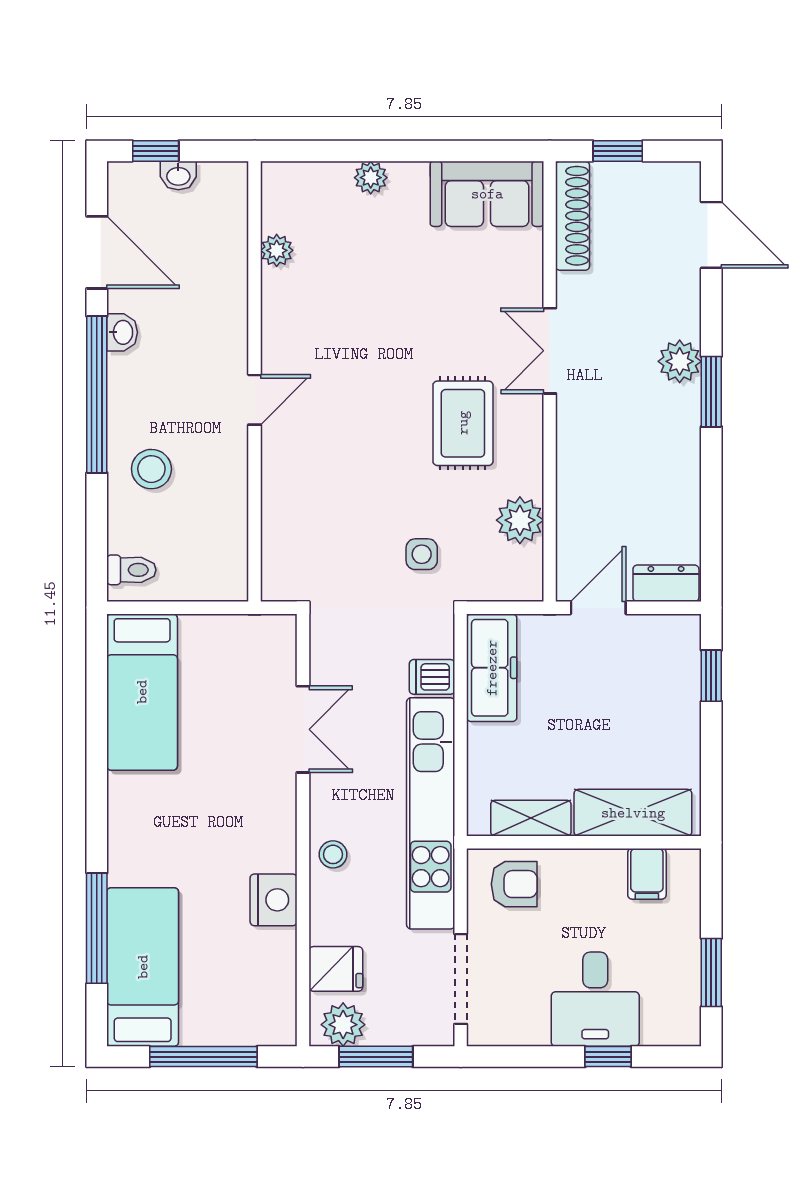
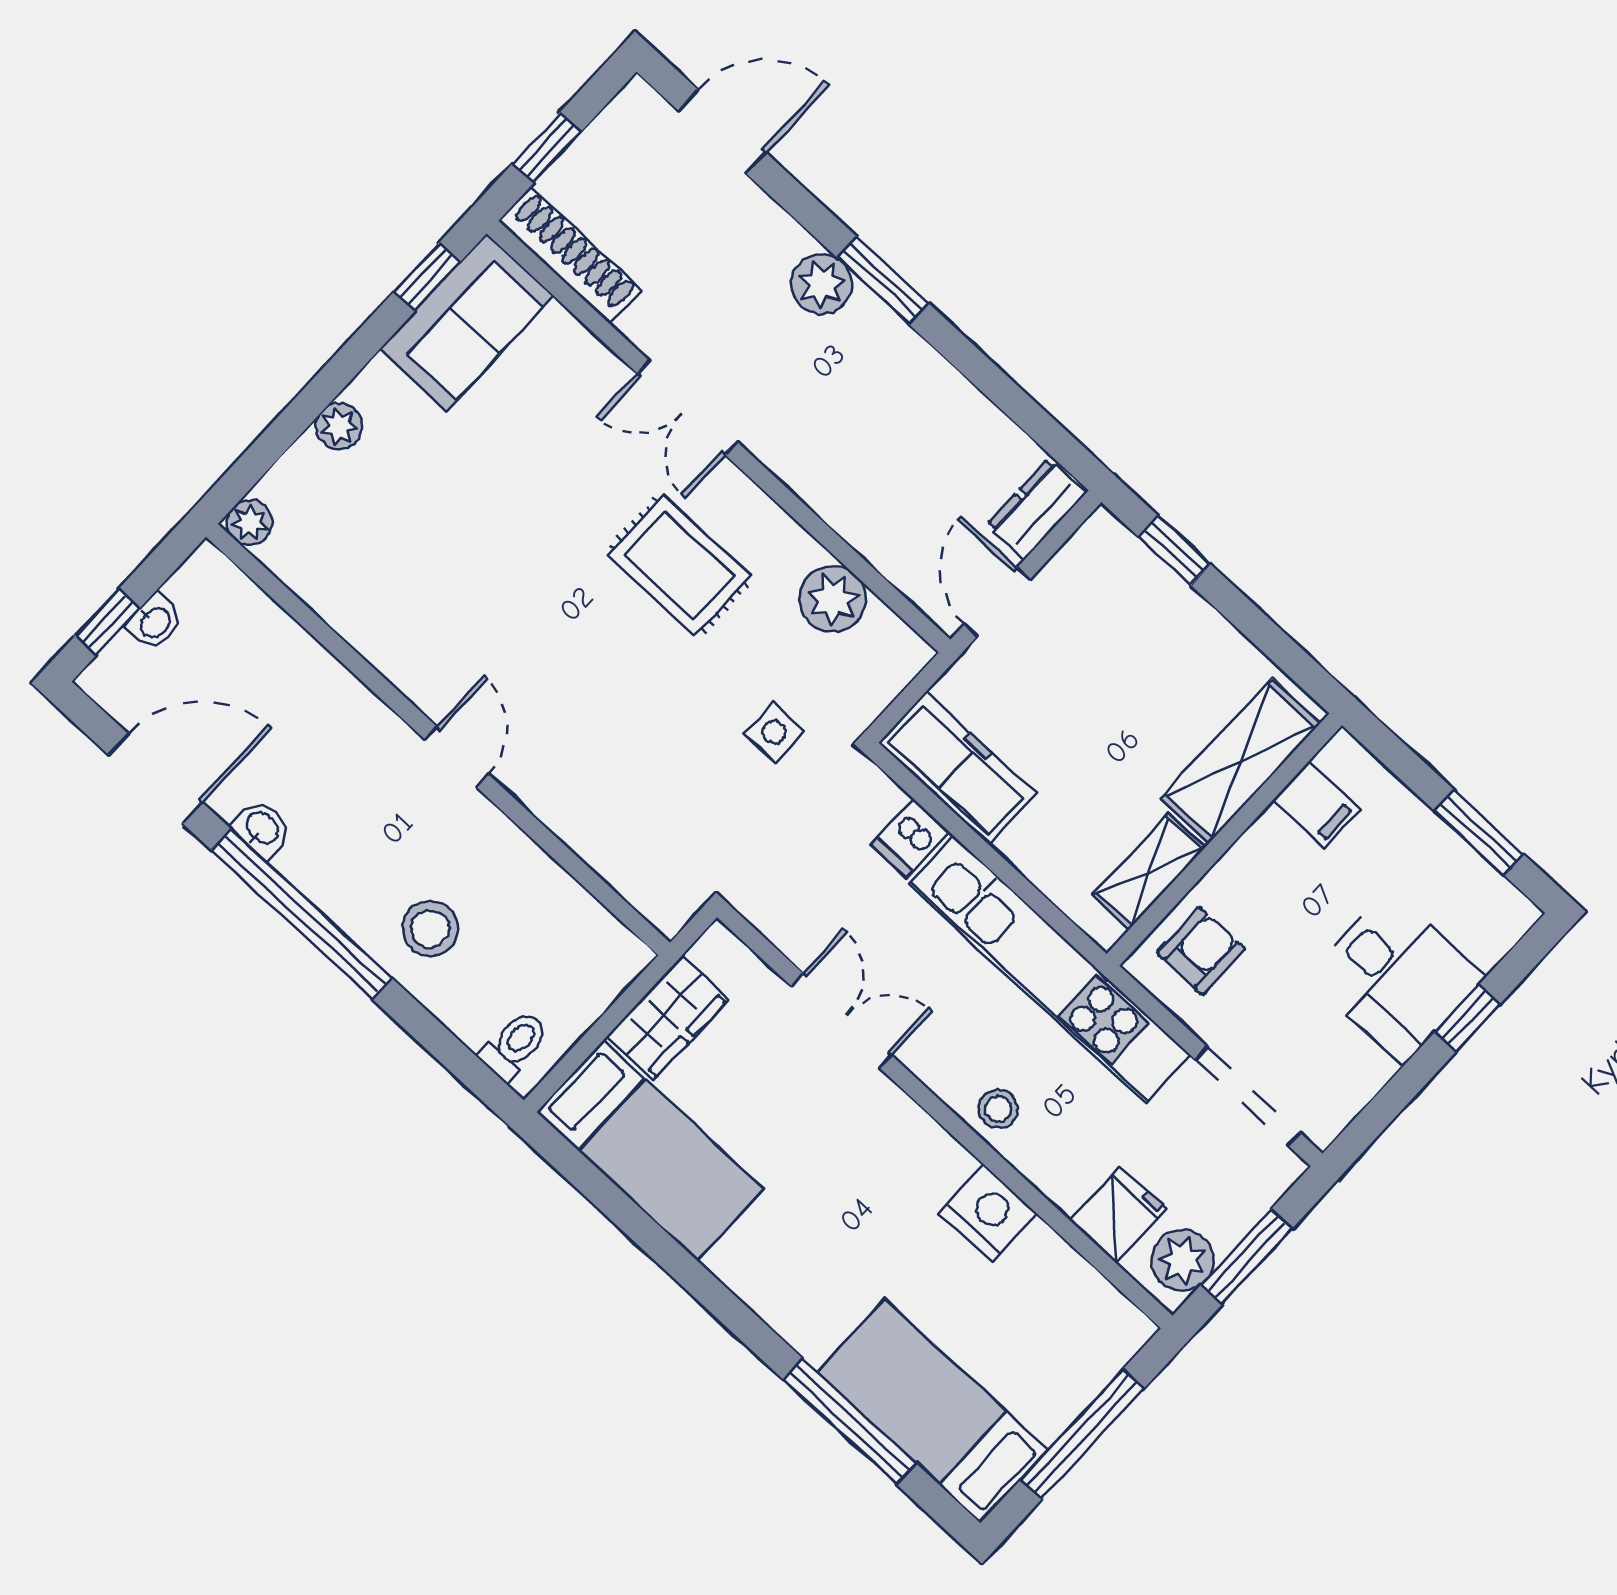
window: (492, 151) -> (427, 277), added
plant: (277, 250) -> (250, 523), moved
wardrobe: (220, 637) -> (667, 1018), added

